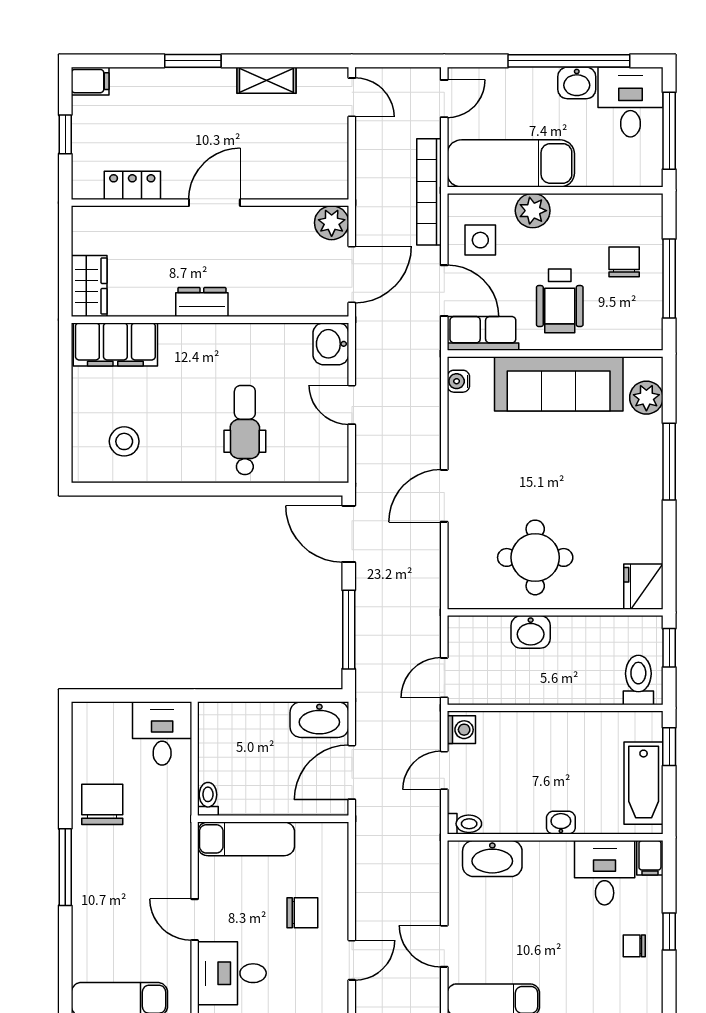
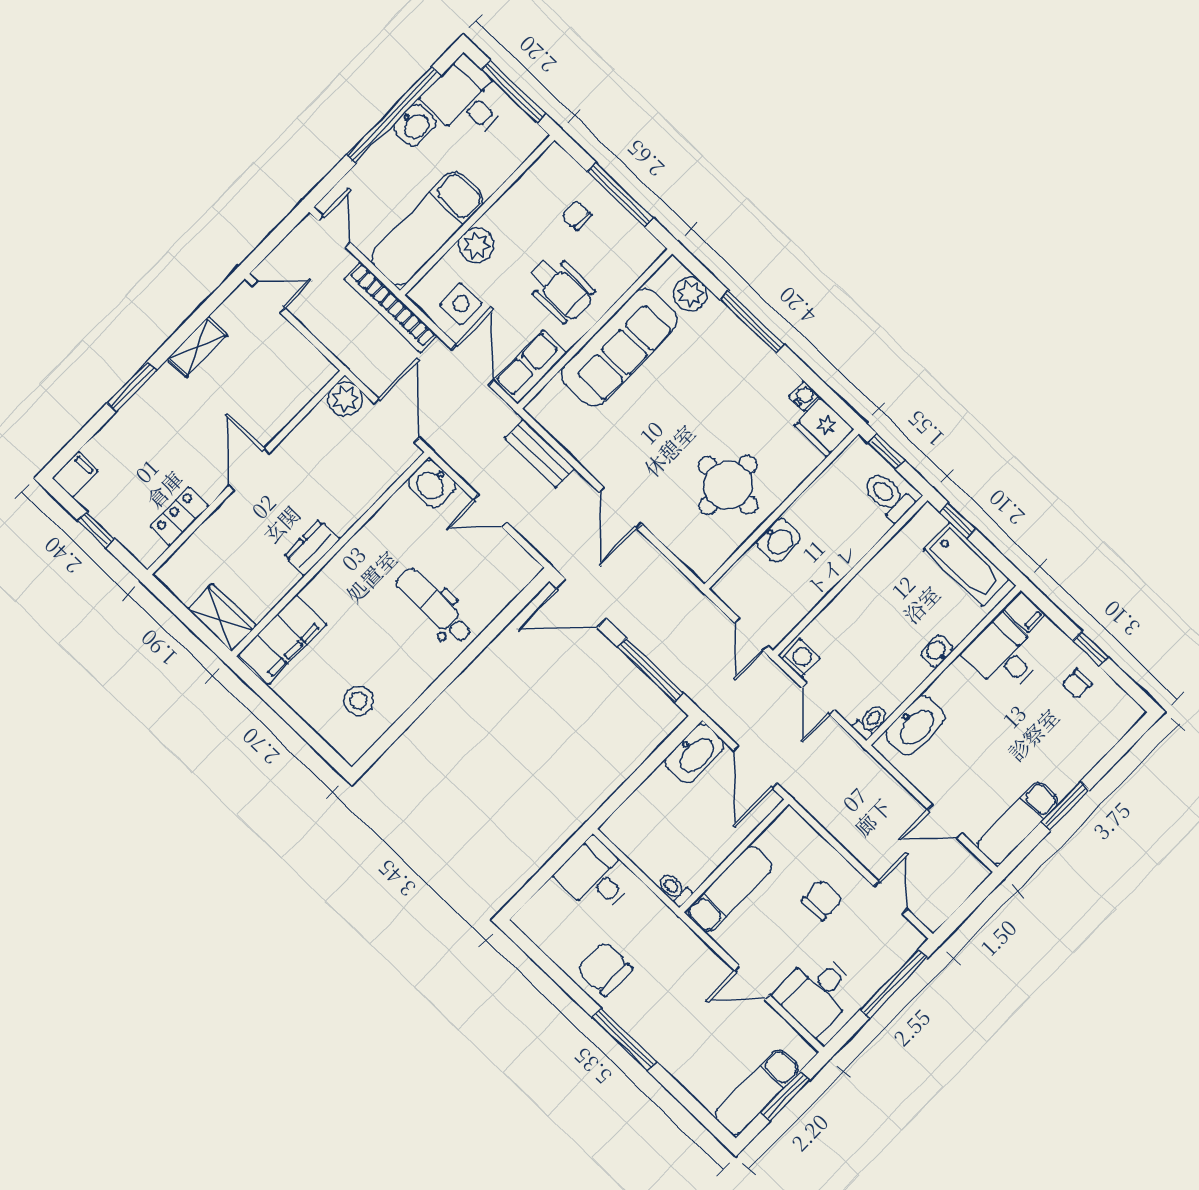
chair: (624, 262) -> (577, 215), width x0.73, depth x0.73
door: (444, 291) -> (472, 365), hinge flipped
water cooler: (458, 381) -> (804, 396), moved, turned 180
bench: (428, 400) -> (540, 453), added

